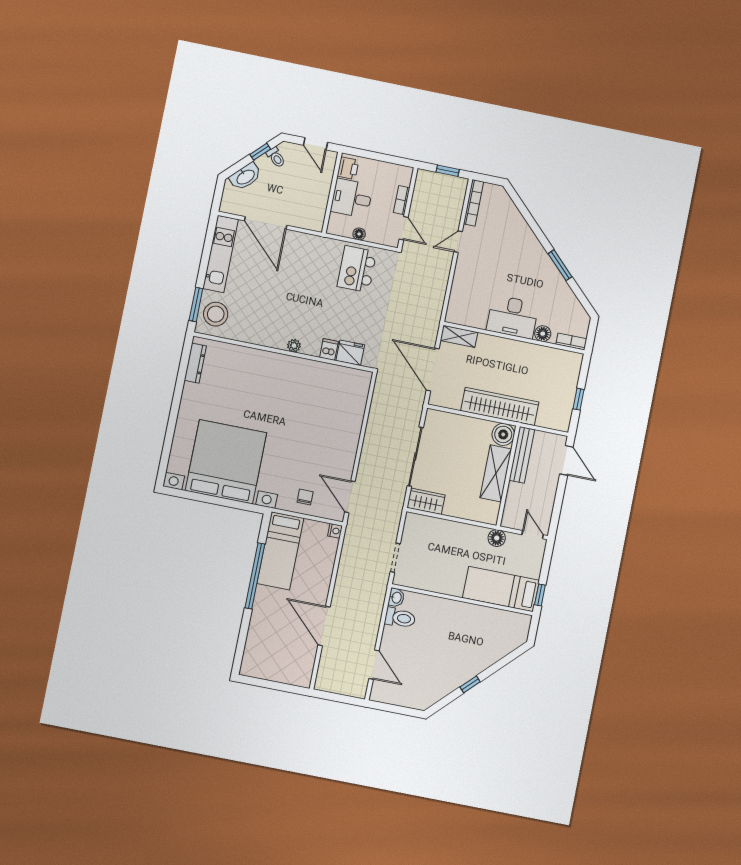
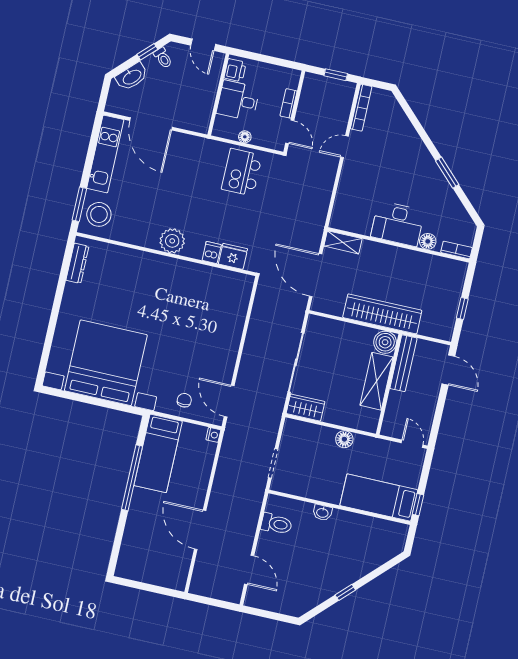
plant: (294, 346) -> (172, 241), width x1.88, depth x1.88
floor lamp: (497, 538) -> (344, 439), moved
washbasin: (396, 598) -> (322, 513), moved, turned 90

